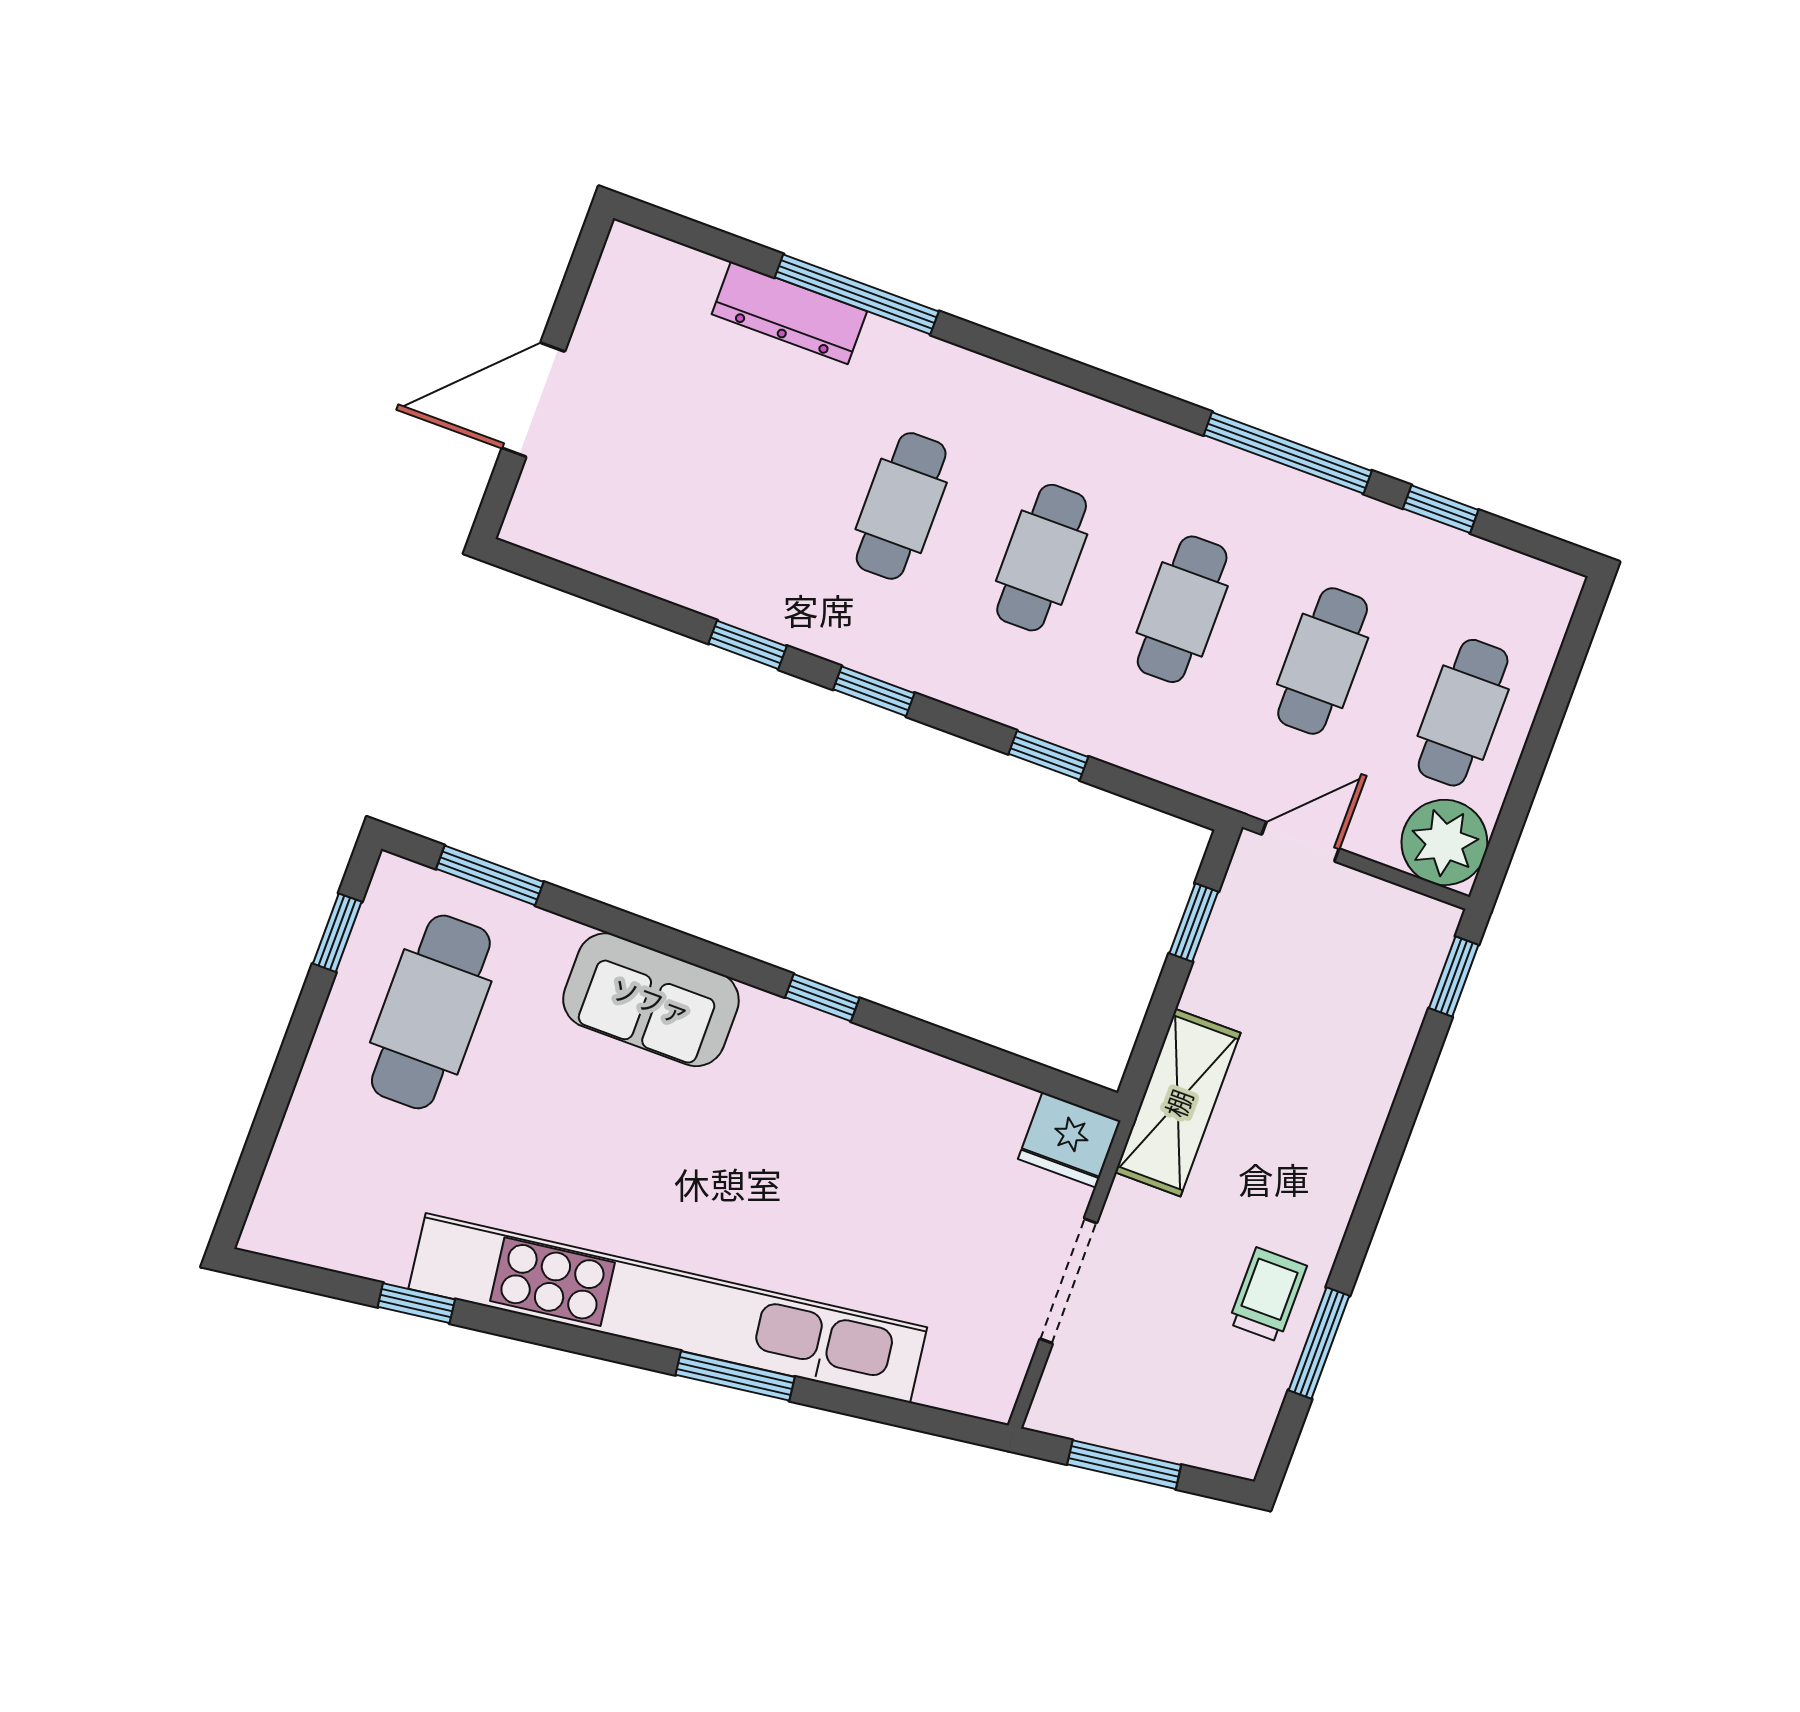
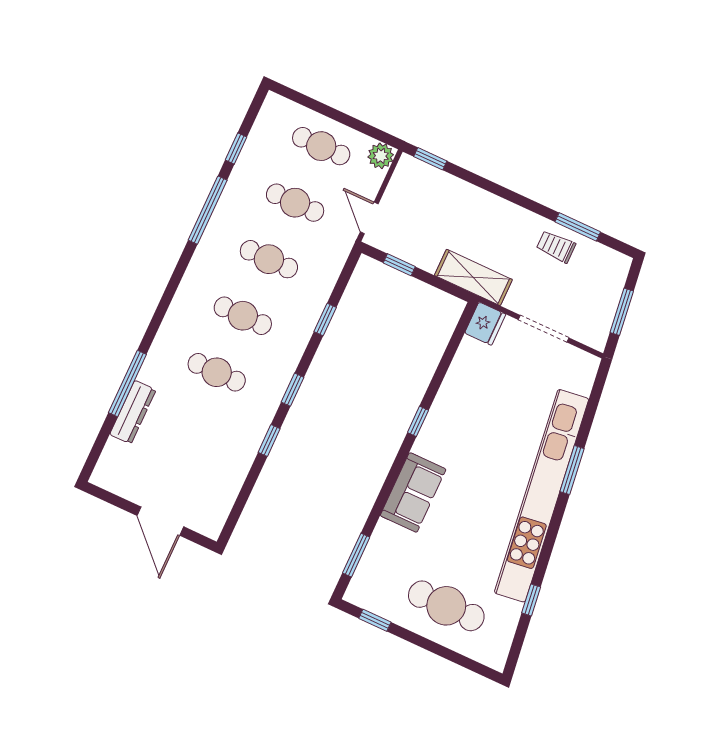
plant: (1444, 842) -> (381, 156), width x0.73, depth x0.73
cafe table: (431, 1012) -> (446, 606), moved

